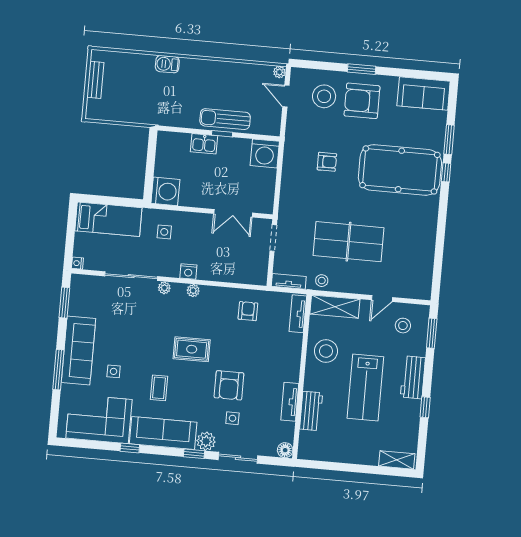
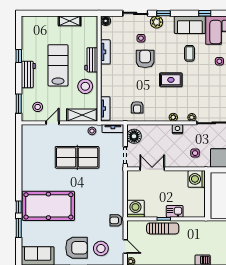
armchair: (327, 162) -> (116, 220), moved
floor lamp: (257, 267) -> (134, 136), added
workbench: (311, 411) -> (91, 60), moved
sofa: (163, 433) -> (190, 25), width x0.73
shelving: (397, 460) -> (70, 21), moved

